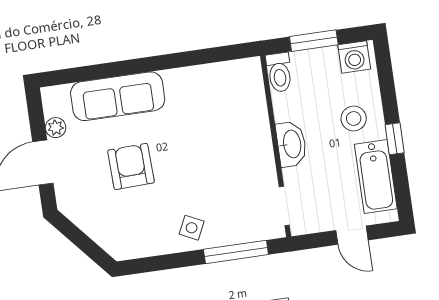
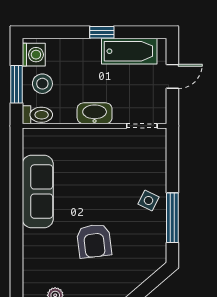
sofa: (118, 96) -> (38, 192), moved
stool: (354, 118) -> (42, 84), moved
armchair: (131, 166) -> (94, 241), turned -95
window: (236, 252) -> (172, 218), moved

